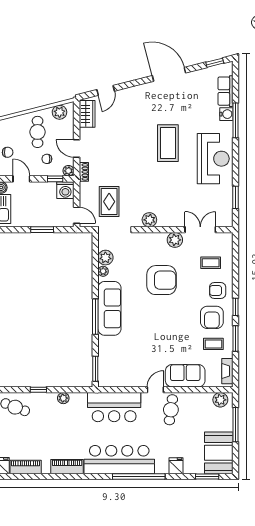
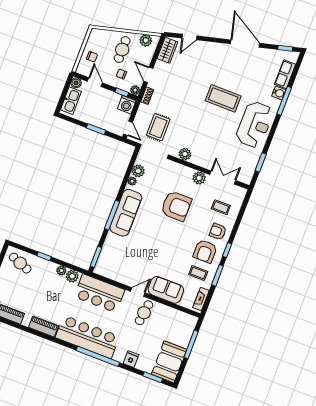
coffee table: (168, 143) -> (223, 98), turned 90
plant: (220, 400) -> (72, 276), moved

